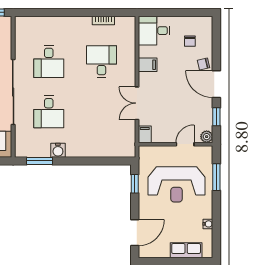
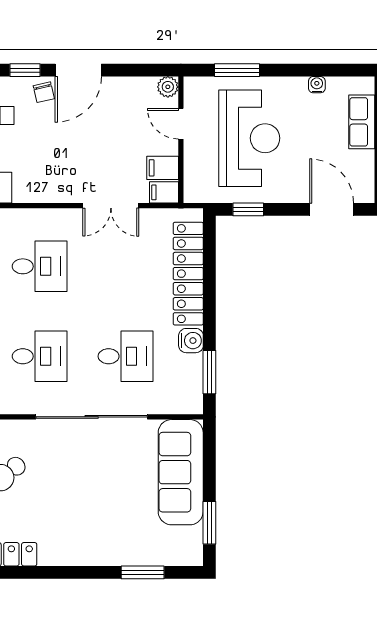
desk: (101, 62) -> (40, 266), turned 180
filing cabinet: (148, 65) -> (163, 168), moved, turned -90
window: (216, 117) -> (25, 70), moved
locker: (97, 149) -> (188, 274), added

